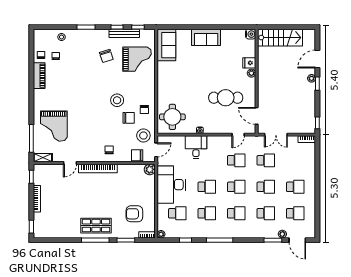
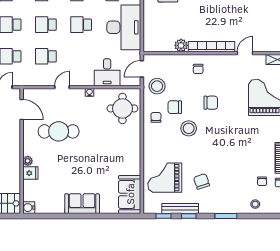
door: (238, 135) -> (62, 87), moved
desk: (196, 147) -> (107, 72), moved
chair: (137, 155) -> (211, 103), moved
plant: (150, 169) -> (181, 45), moved

